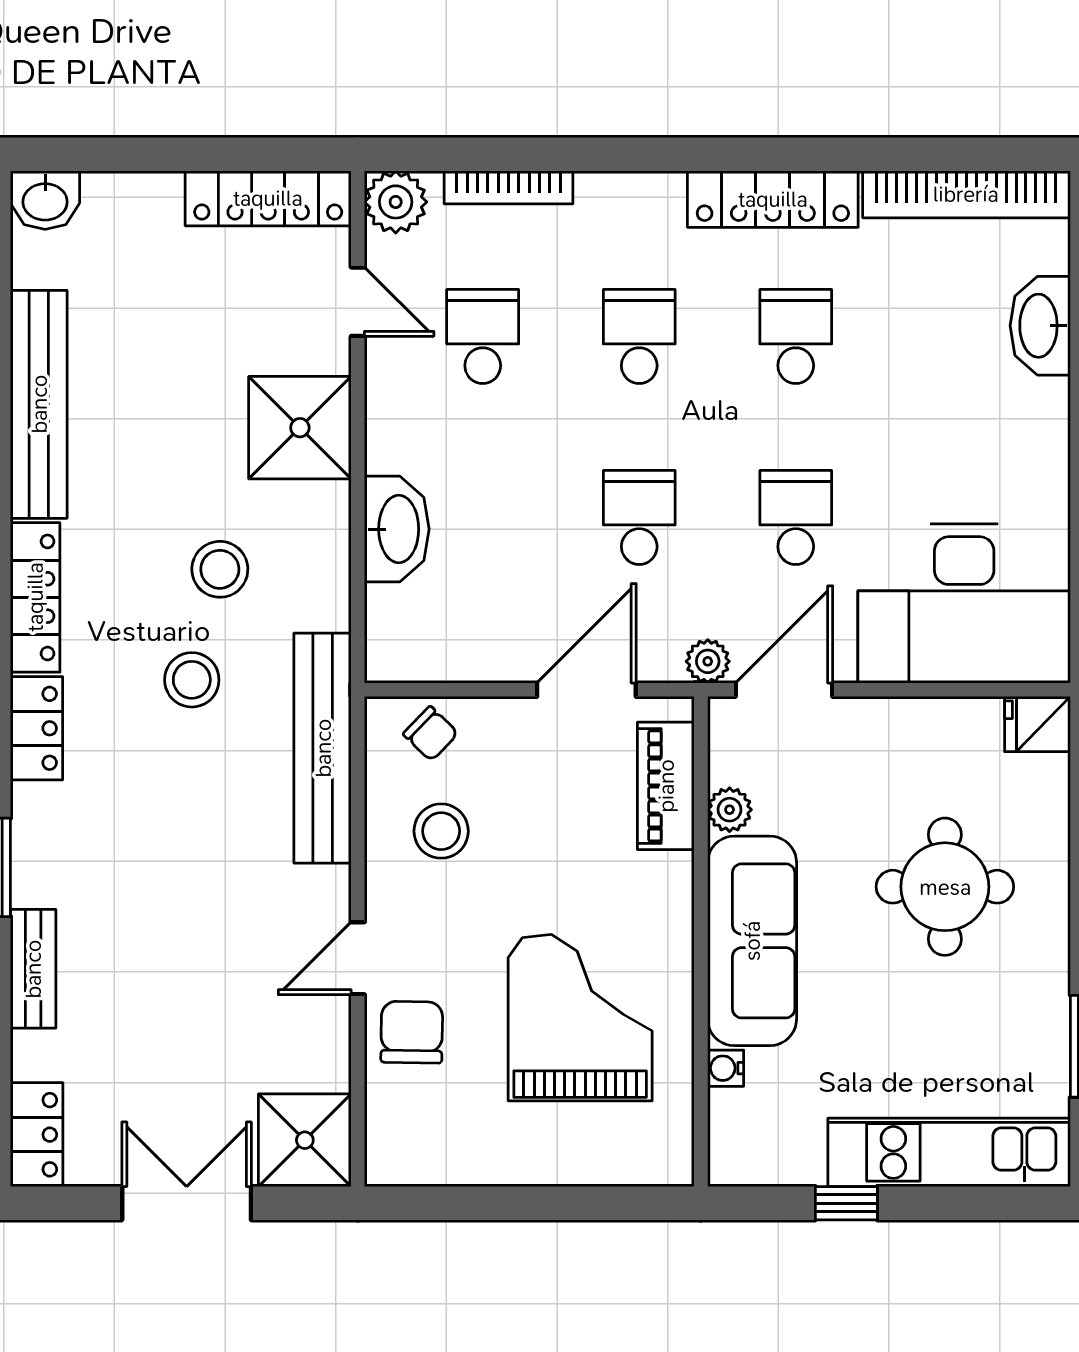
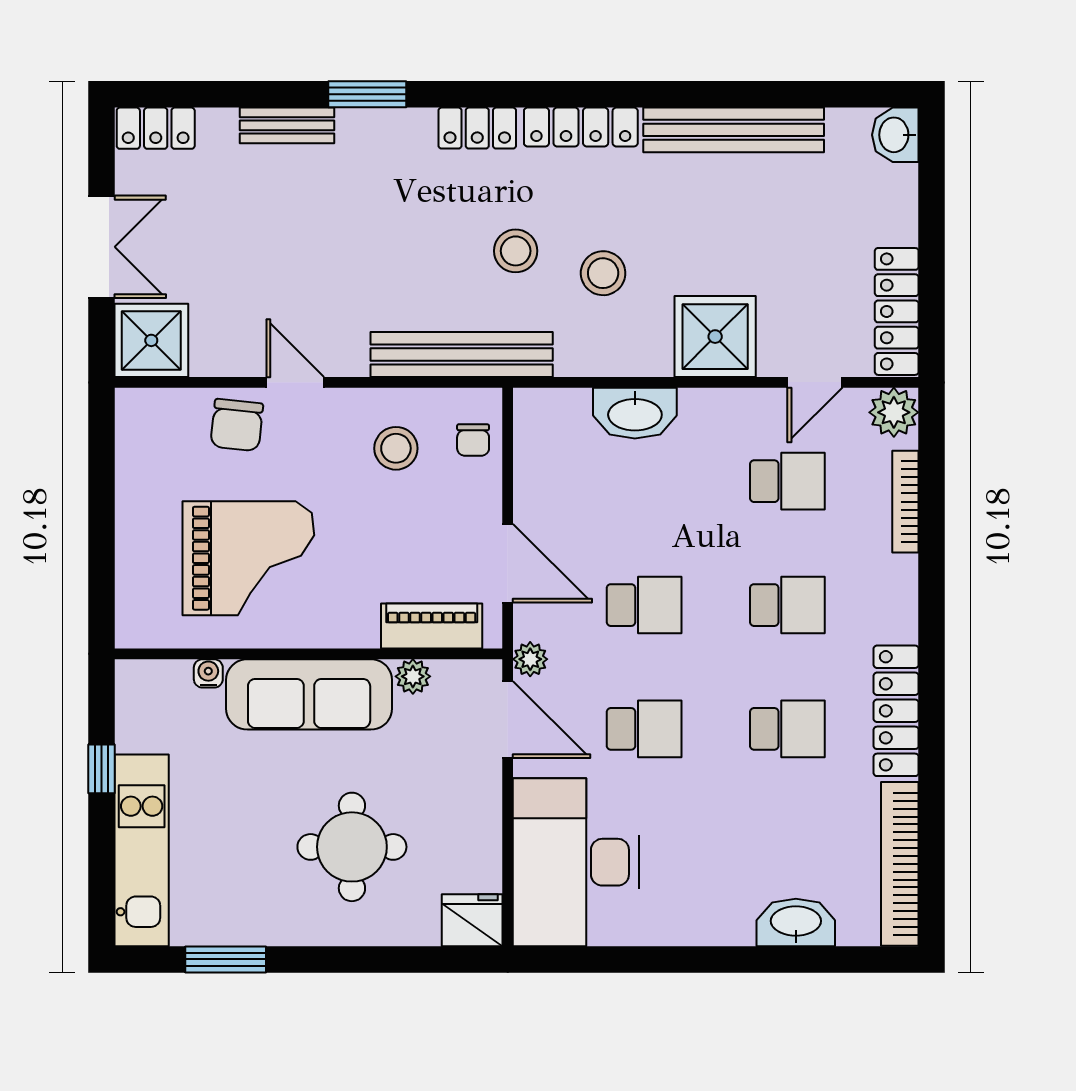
fridge: (1037, 724) -> (472, 920), width x1.38
chair: (431, 734) -> (473, 440), turned -44
chair: (412, 1032) -> (237, 425), turned 95

